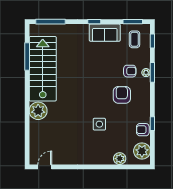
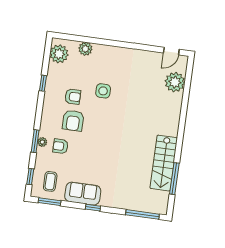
stairs: (43, 69) -> (164, 163), width x0.73, depth x0.66
plant: (38, 111) -> (175, 82), moved
armchair: (143, 130) -> (73, 97), moved

